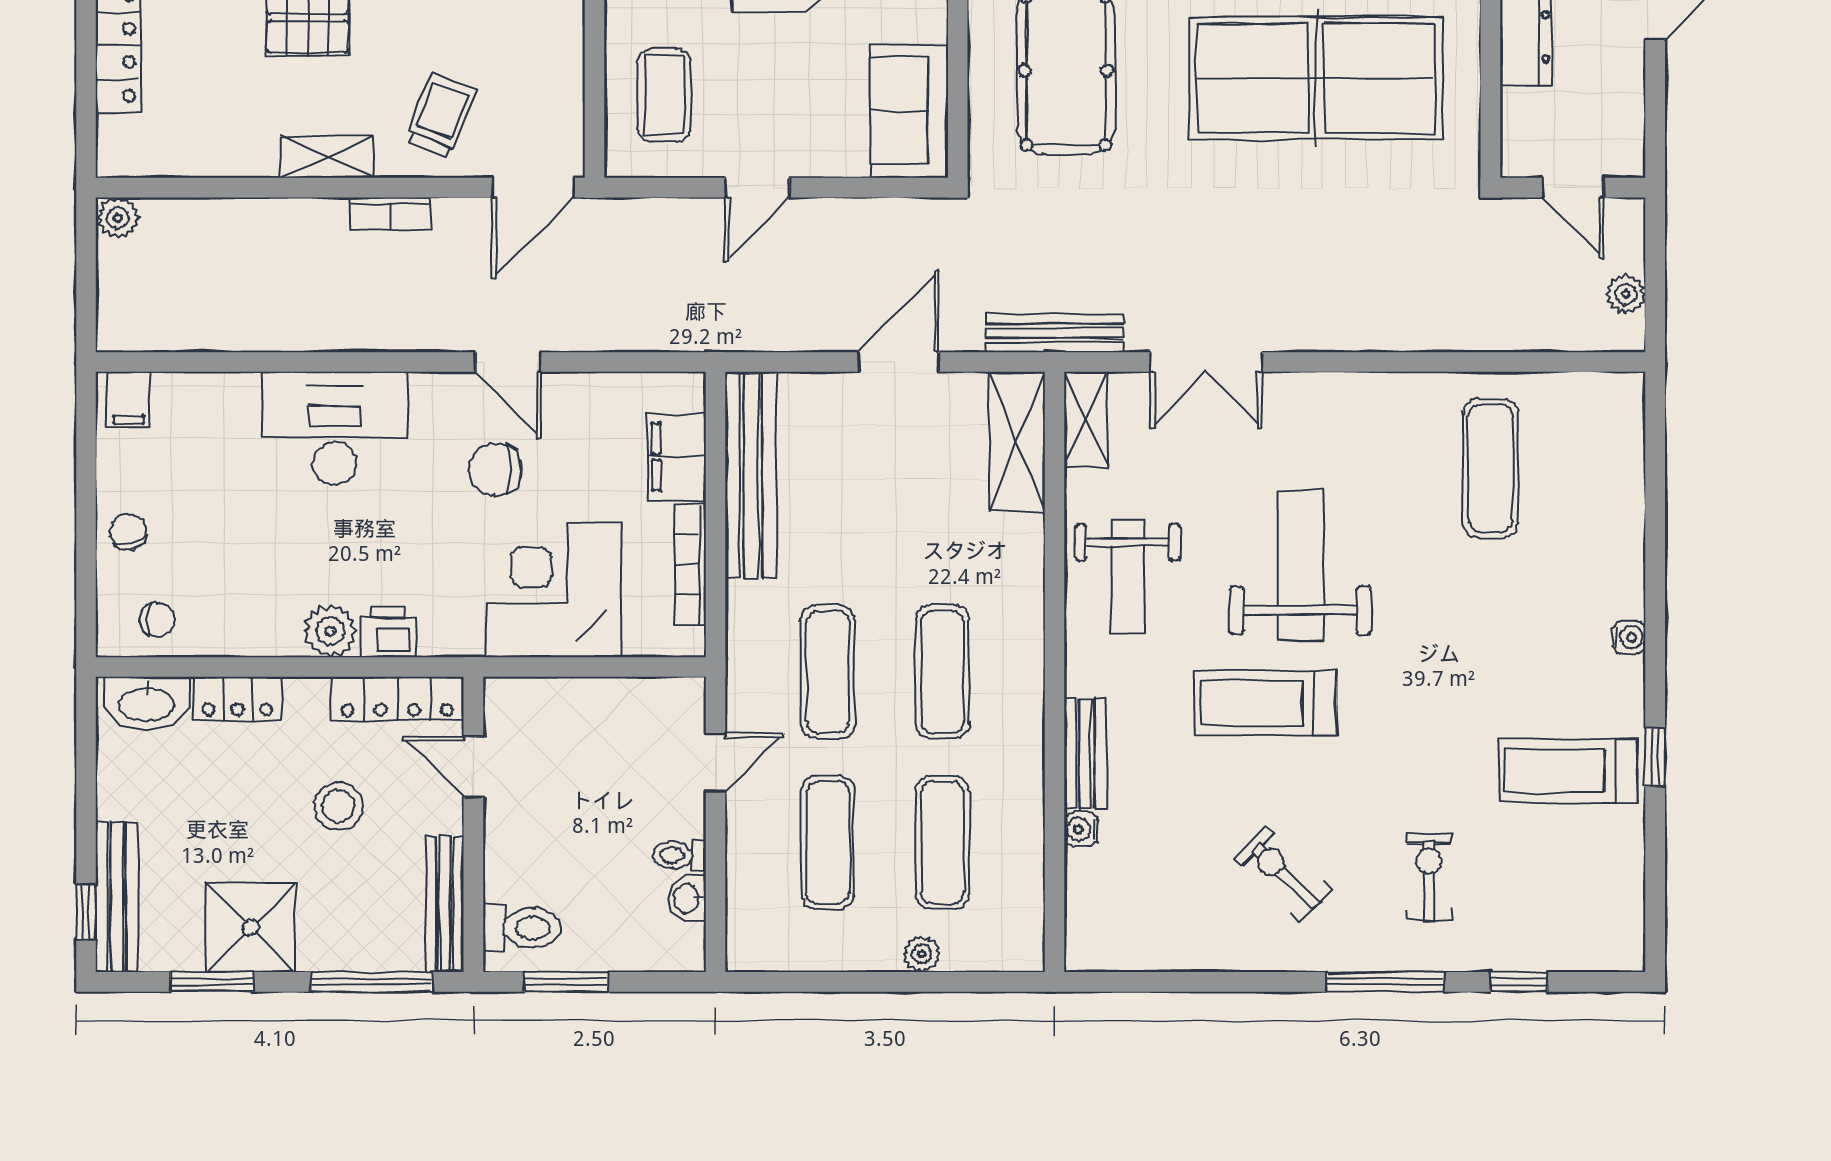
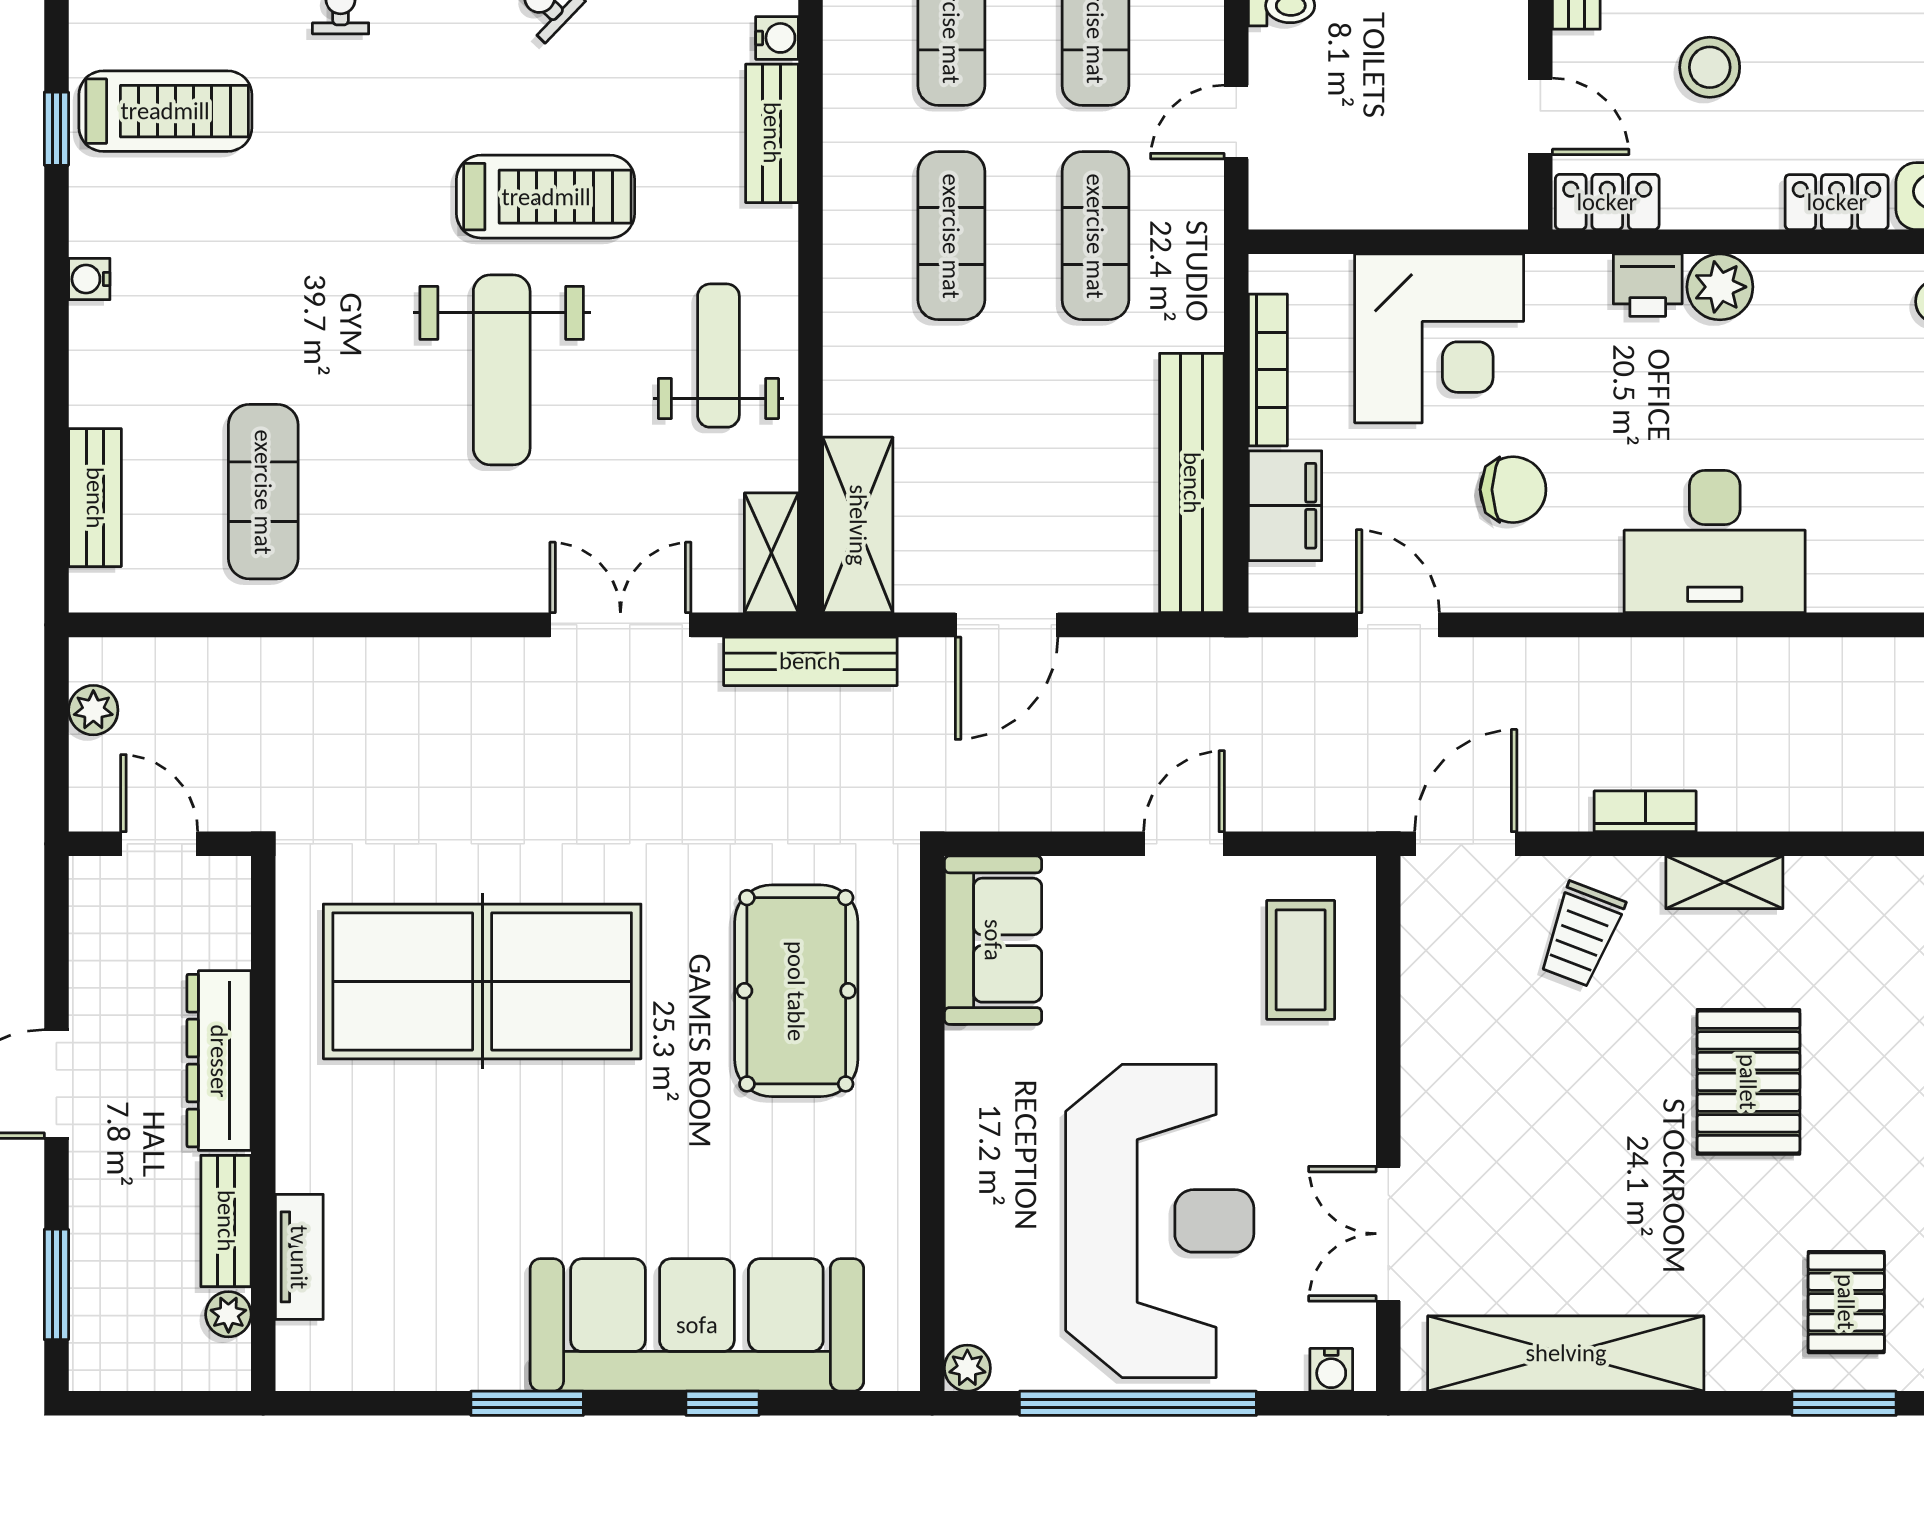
door: (508, 362) -> (1398, 625), moved
bench: (1624, 463) -> (95, 498), added
locker: (397, 699) -> (1607, 202), width x0.66

